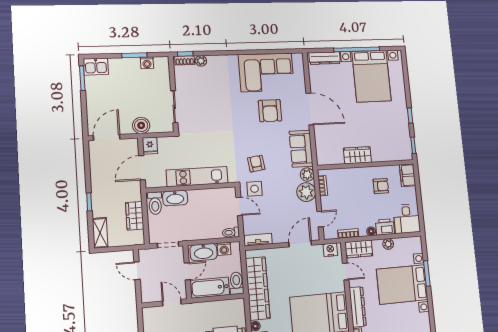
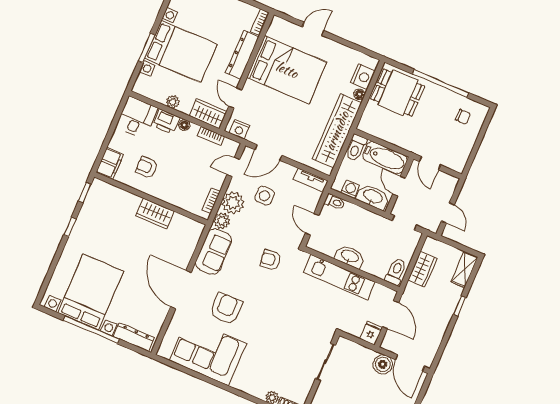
boiler: (141, 125) -> (383, 364), moved
door: (107, 137) -> (410, 363), hinge flipped
armchair: (256, 164) -> (271, 260), turned 91
door: (142, 168) -> (391, 314), hinge flipped
side table: (255, 189) -> (264, 196), moved
washbasin: (175, 198) -> (350, 256), moved
door: (187, 271) -> (399, 186), hinge flipped

